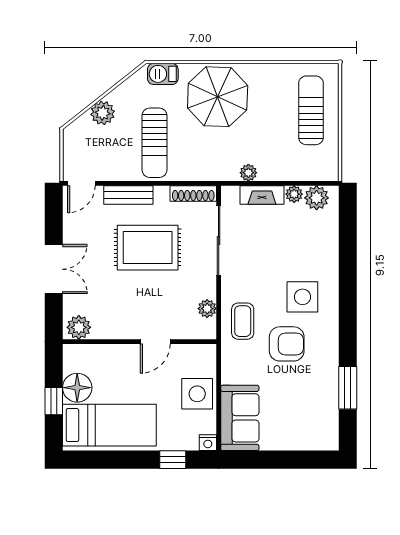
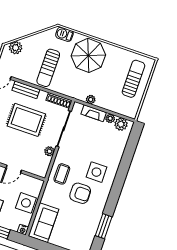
plant: (103, 113) -> (16, 48), moved
plant: (207, 309) -> (49, 151), moved

